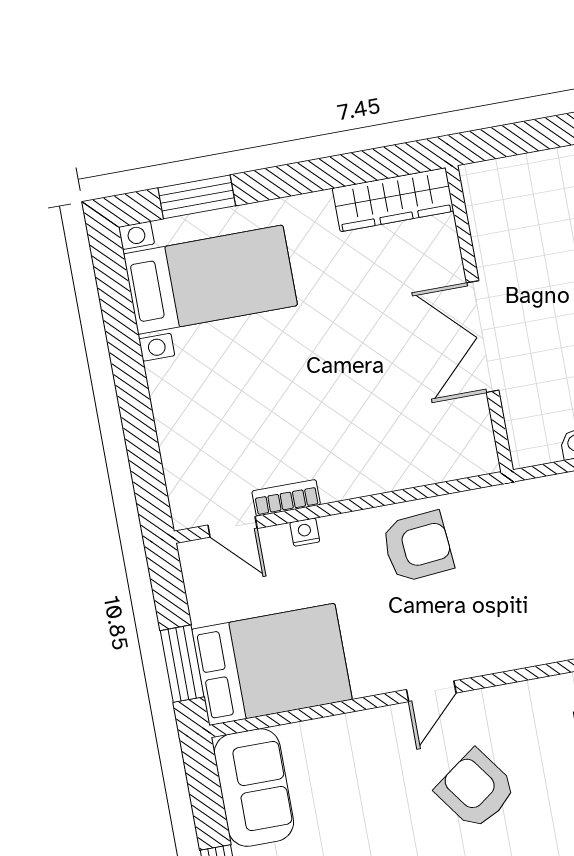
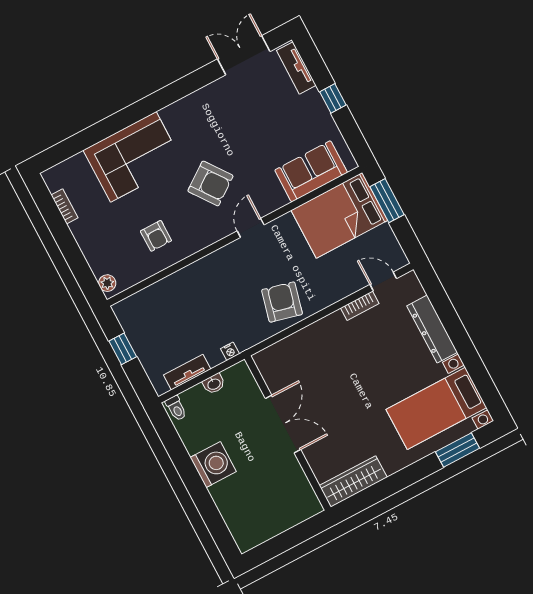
dresser: (174, 418) -> (432, 329), added
nightstand: (305, 532) -> (230, 351), moved
armchair: (418, 547) -> (282, 302), turned 109
sofa: (254, 788) -> (311, 171), moved, turned 90

